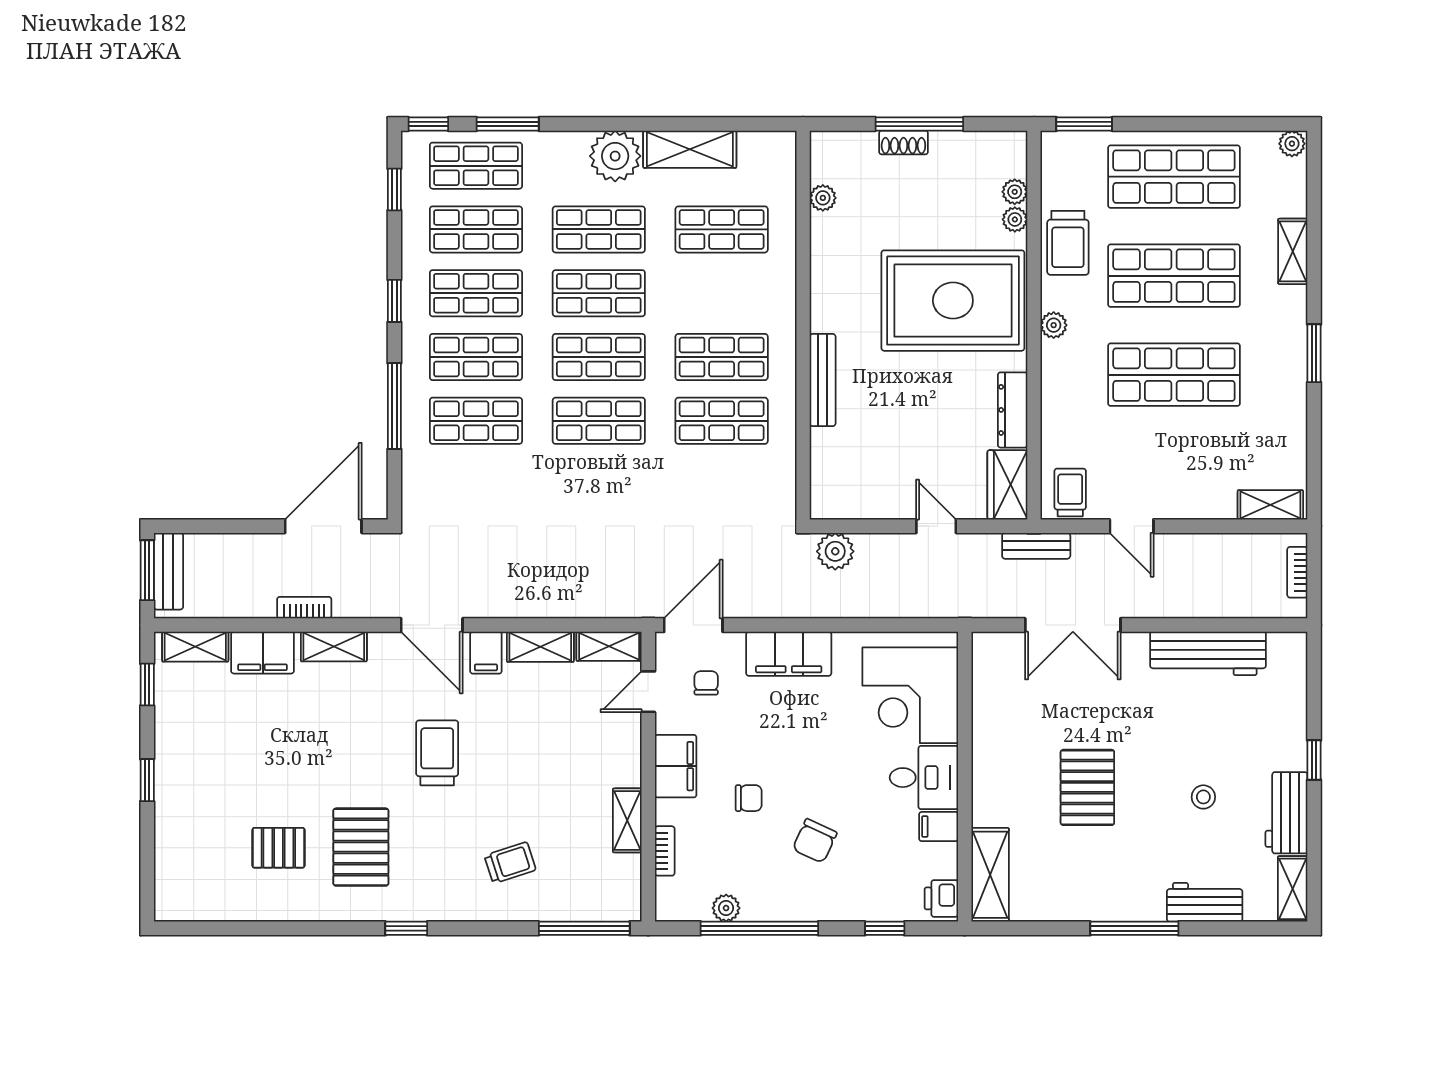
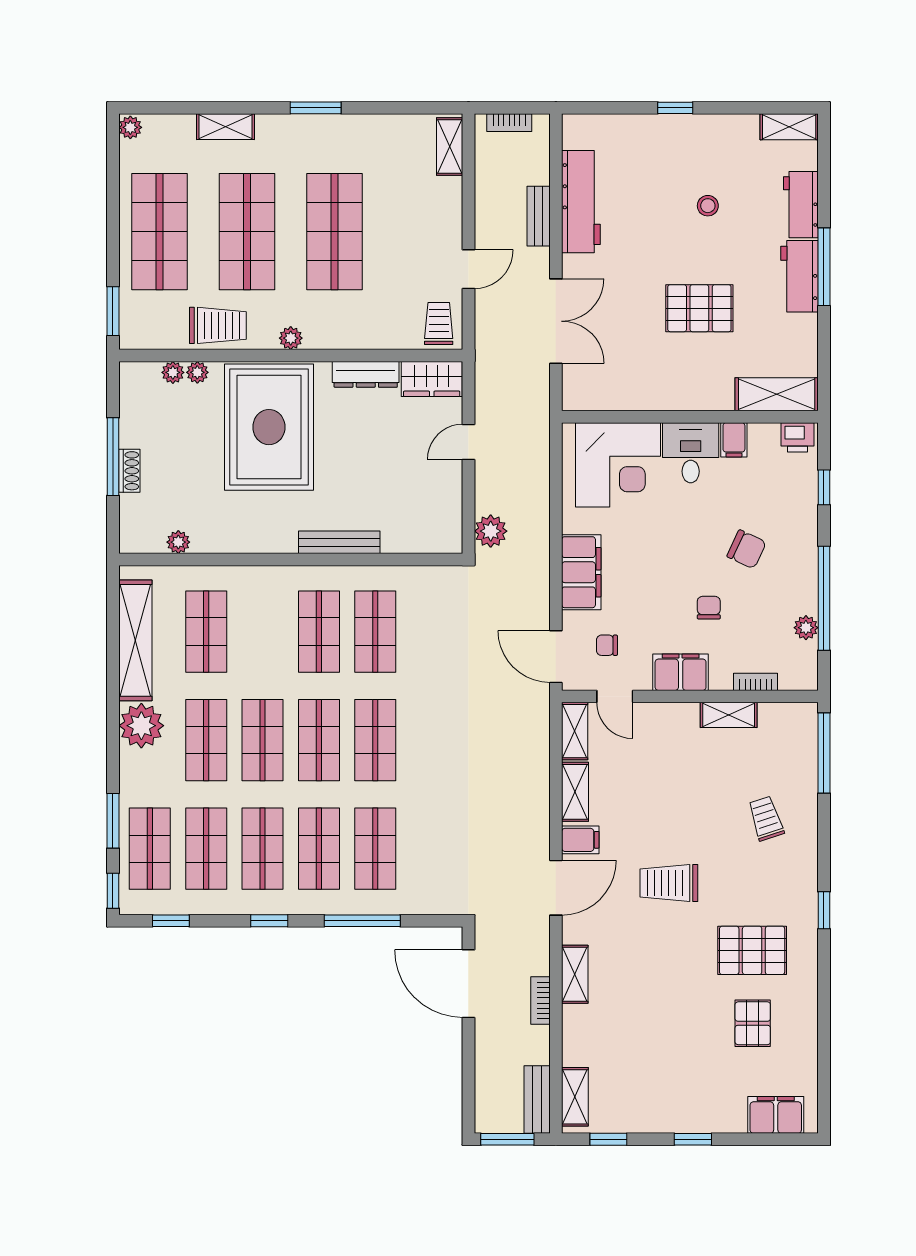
shelving: (690, 149) -> (135, 640), width x1.47
trolley: (1070, 492) -> (439, 323), turned 90
bench: (1036, 546) -> (539, 216), moved
bench: (168, 571) -> (537, 1100), moved, turned 90
filing cabinet: (263, 653) -> (776, 1115), moved, turned -90
workbench: (1286, 813) -> (800, 276), moved, turned 90

